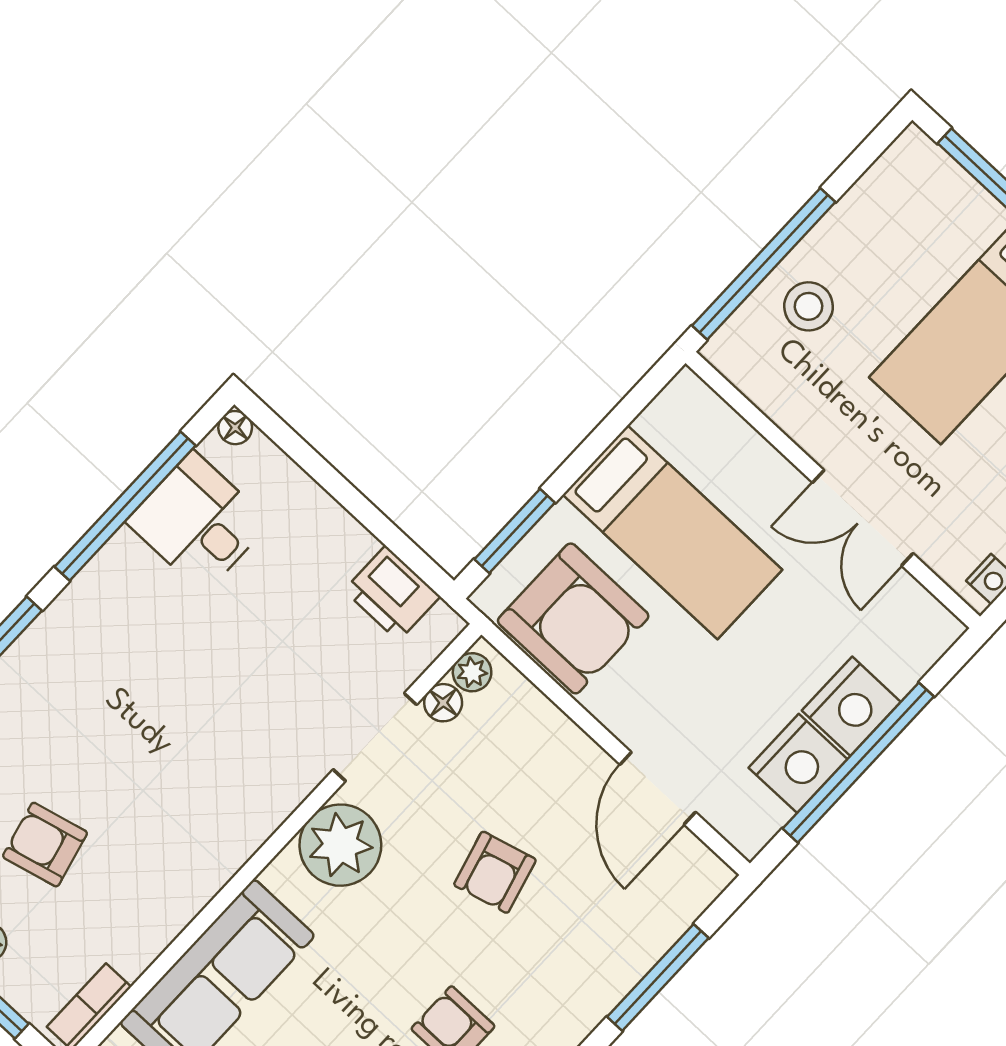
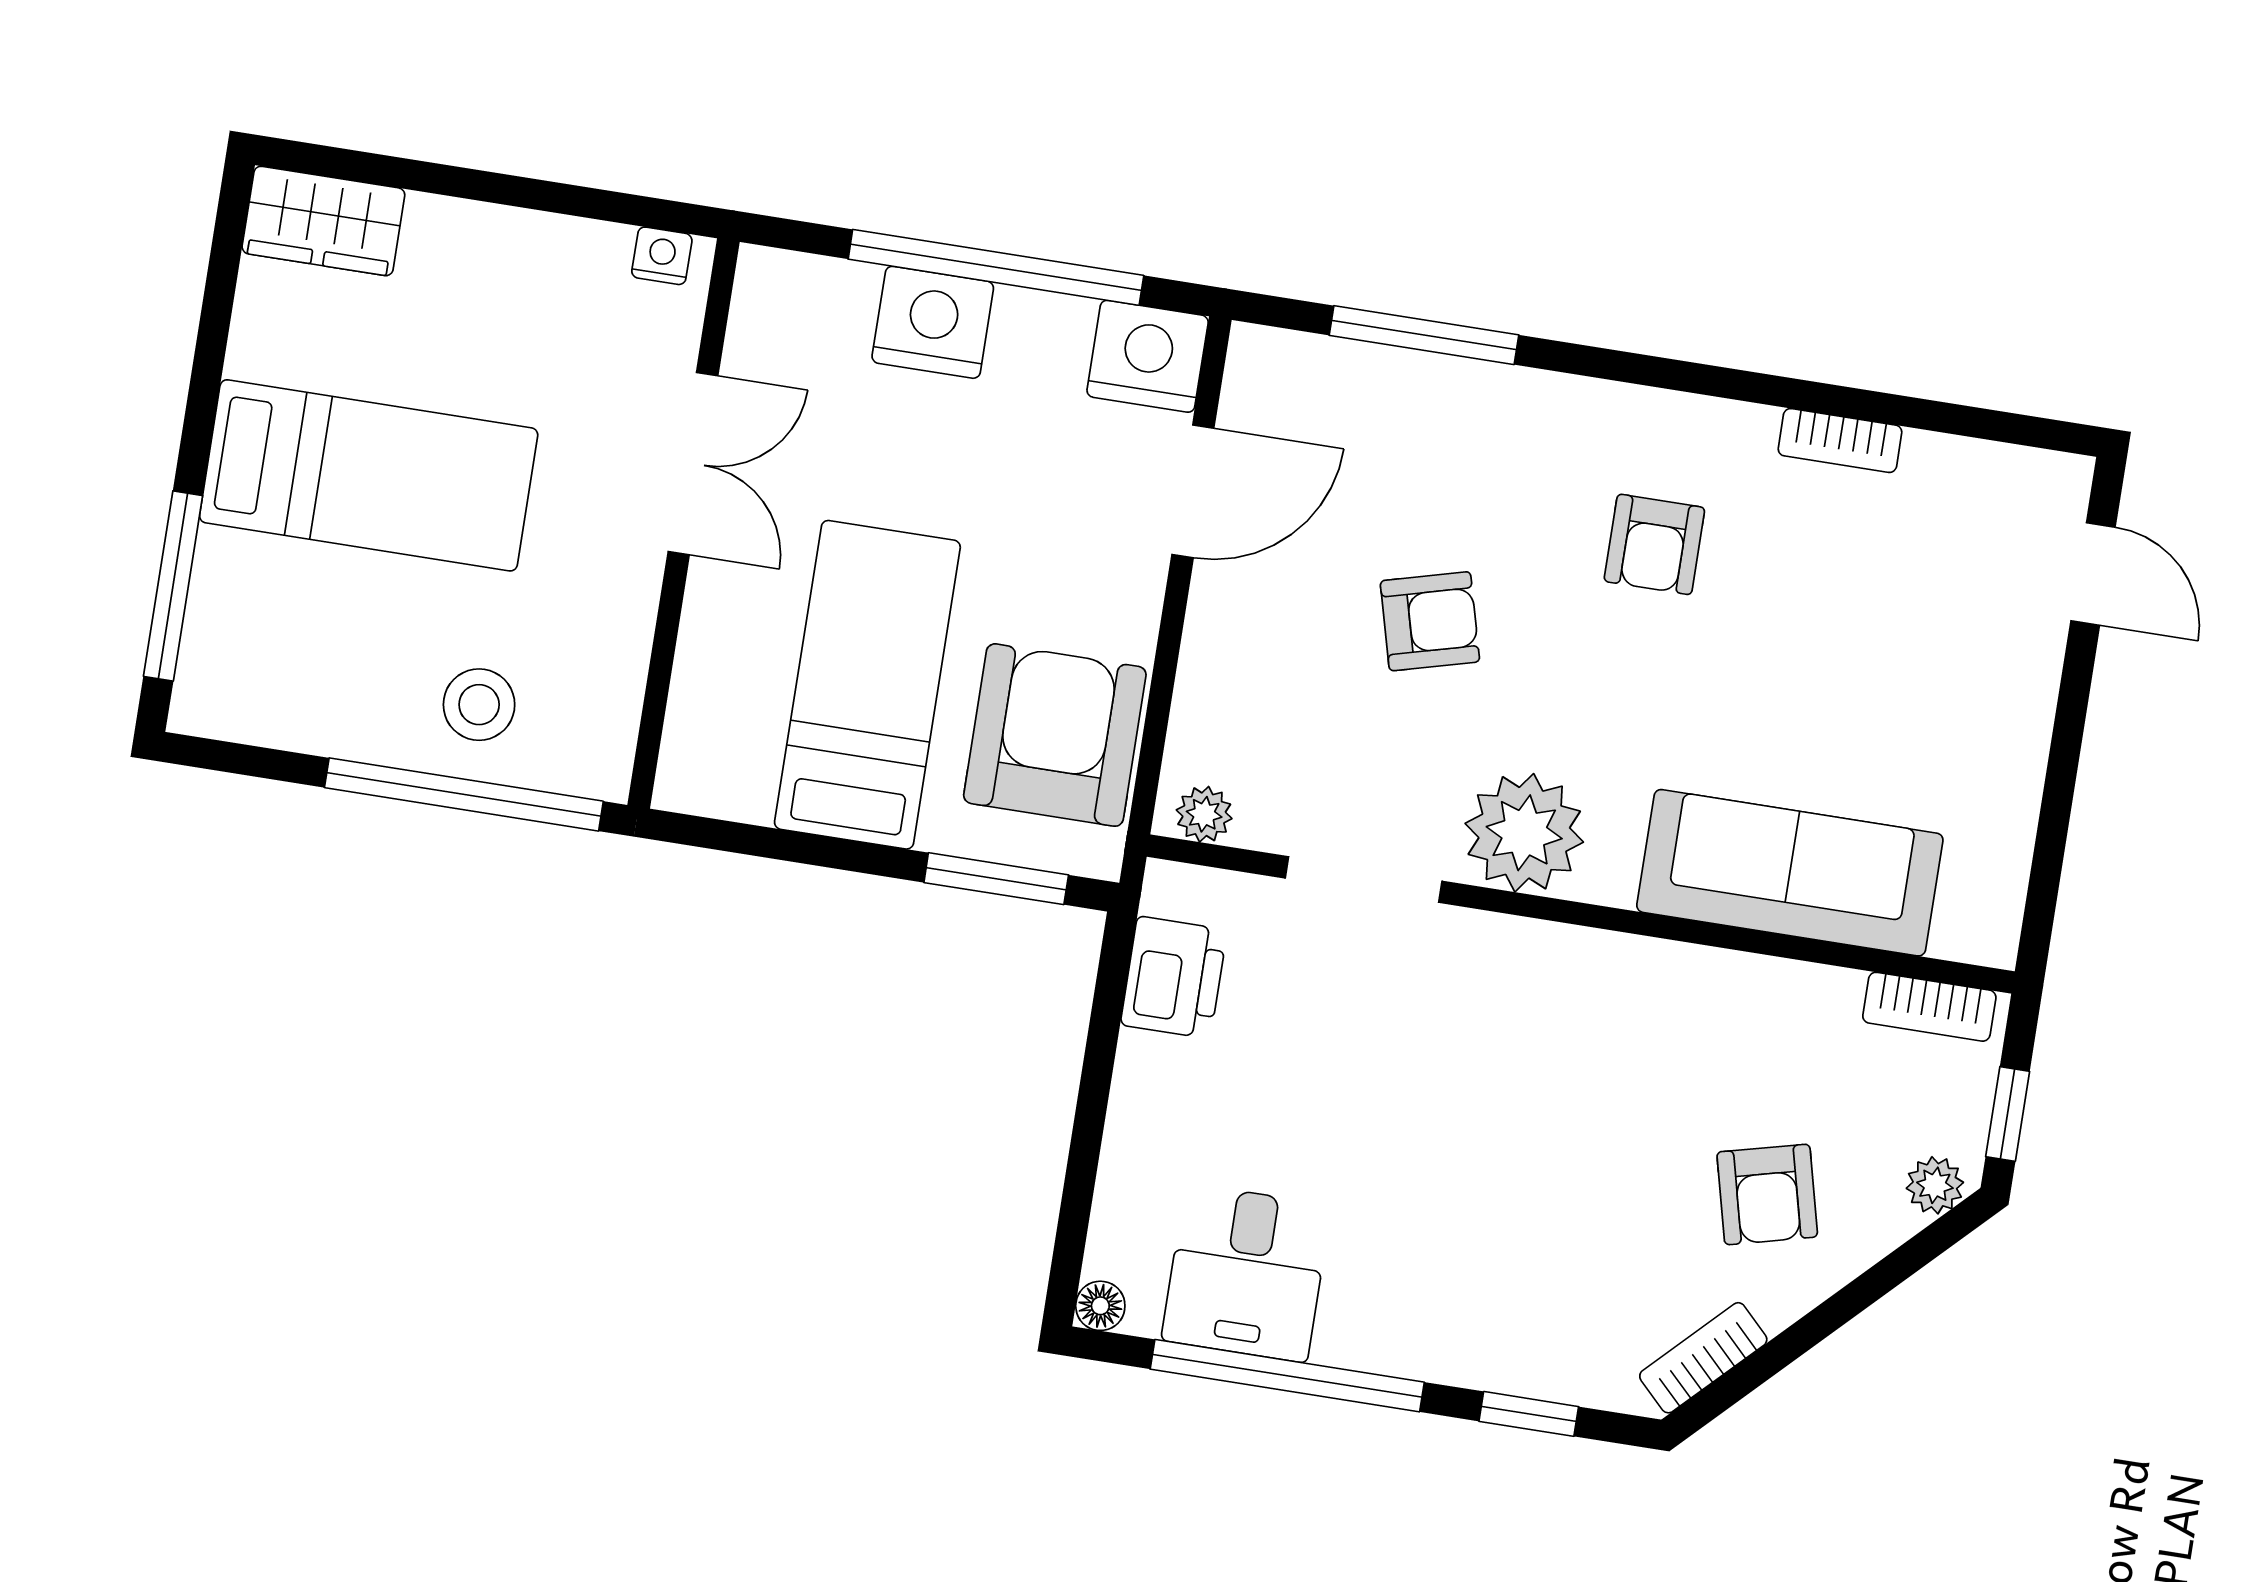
floor lamp: (443, 703) -> (1265, 824), removed
nightstand: (798, 763) -> (1148, 356), moved

